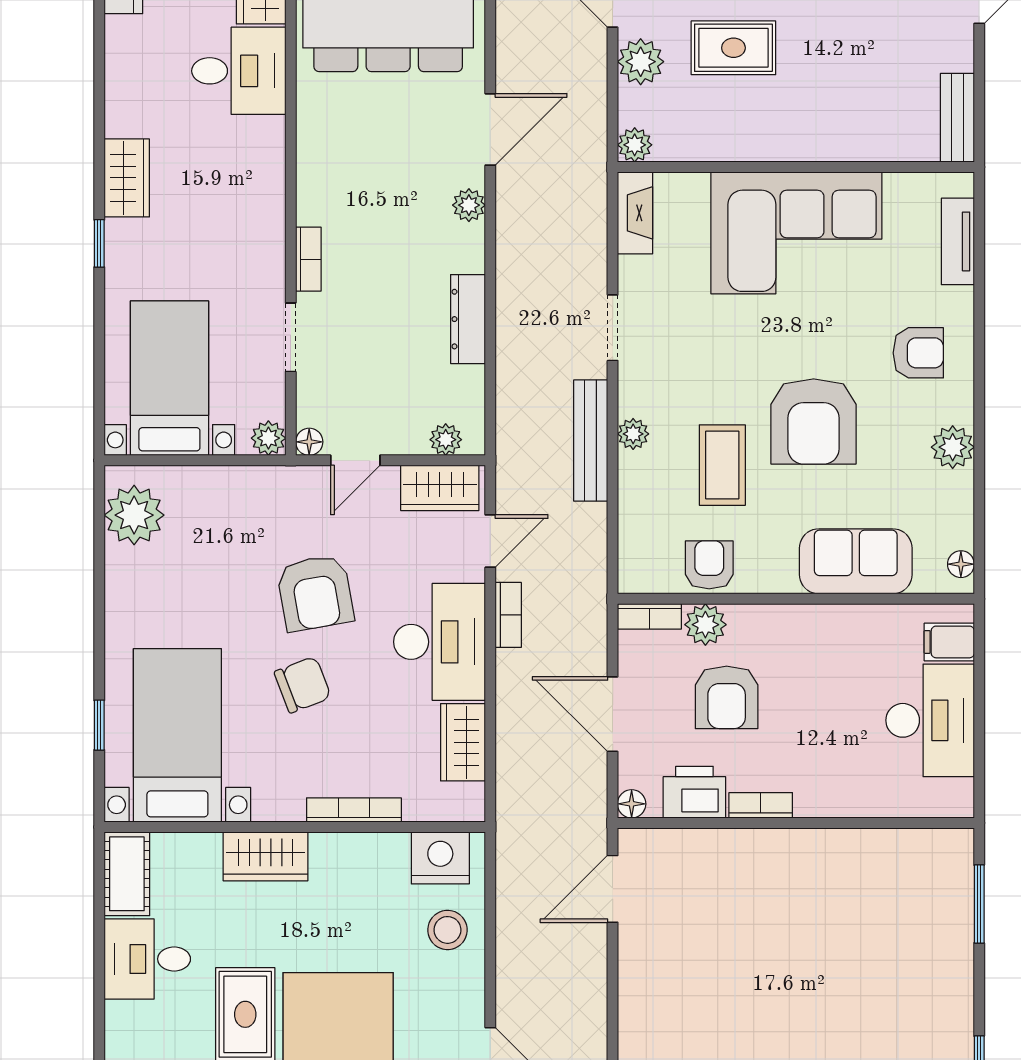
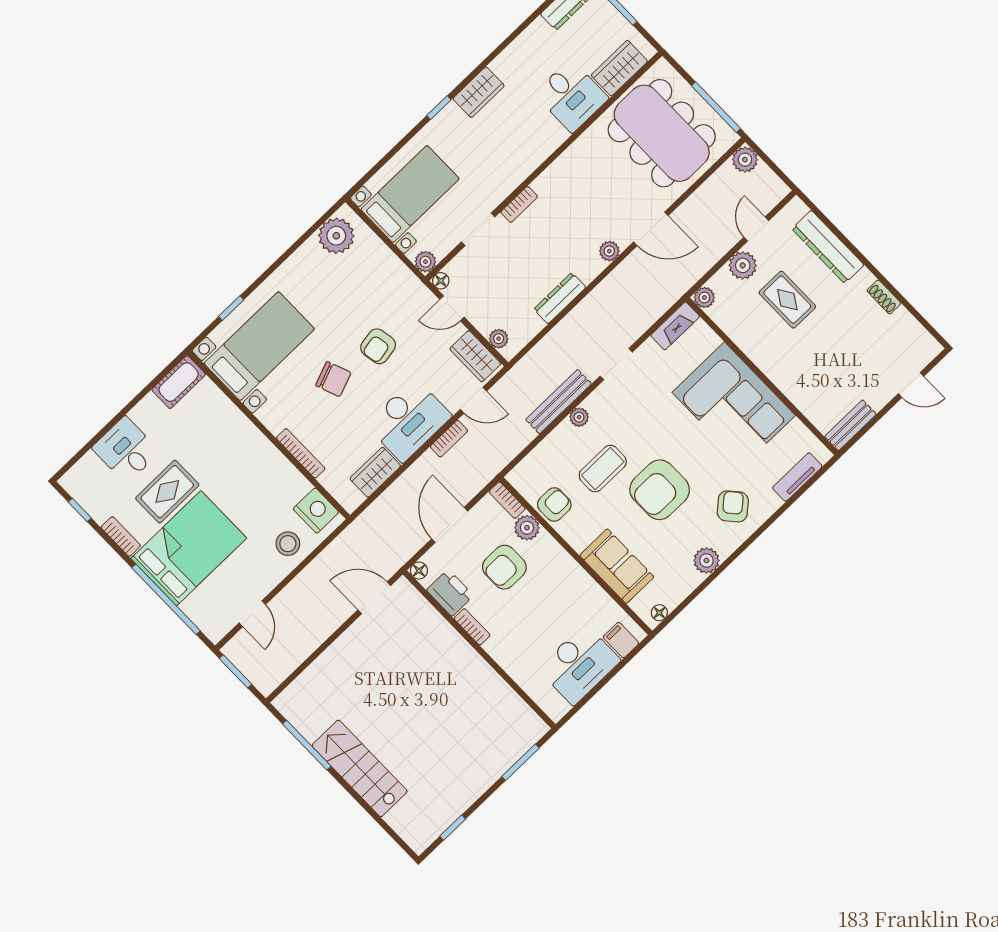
armchair: (918, 353) -> (733, 506), turned -131
armchair: (315, 593) -> (378, 346), width x0.72, depth x0.72
wardrobe: (266, 856) -> (244, 435), removed
desk: (147, 959) -> (126, 450), moved

